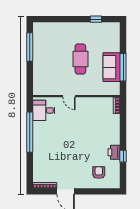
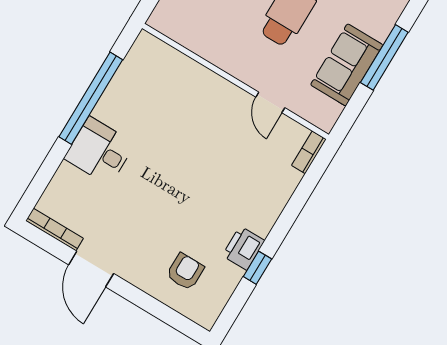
window: (123, 67) -> (384, 57), moved
door: (69, 96) -> (270, 102), moved
desk: (44, 110) -> (100, 151), moved

